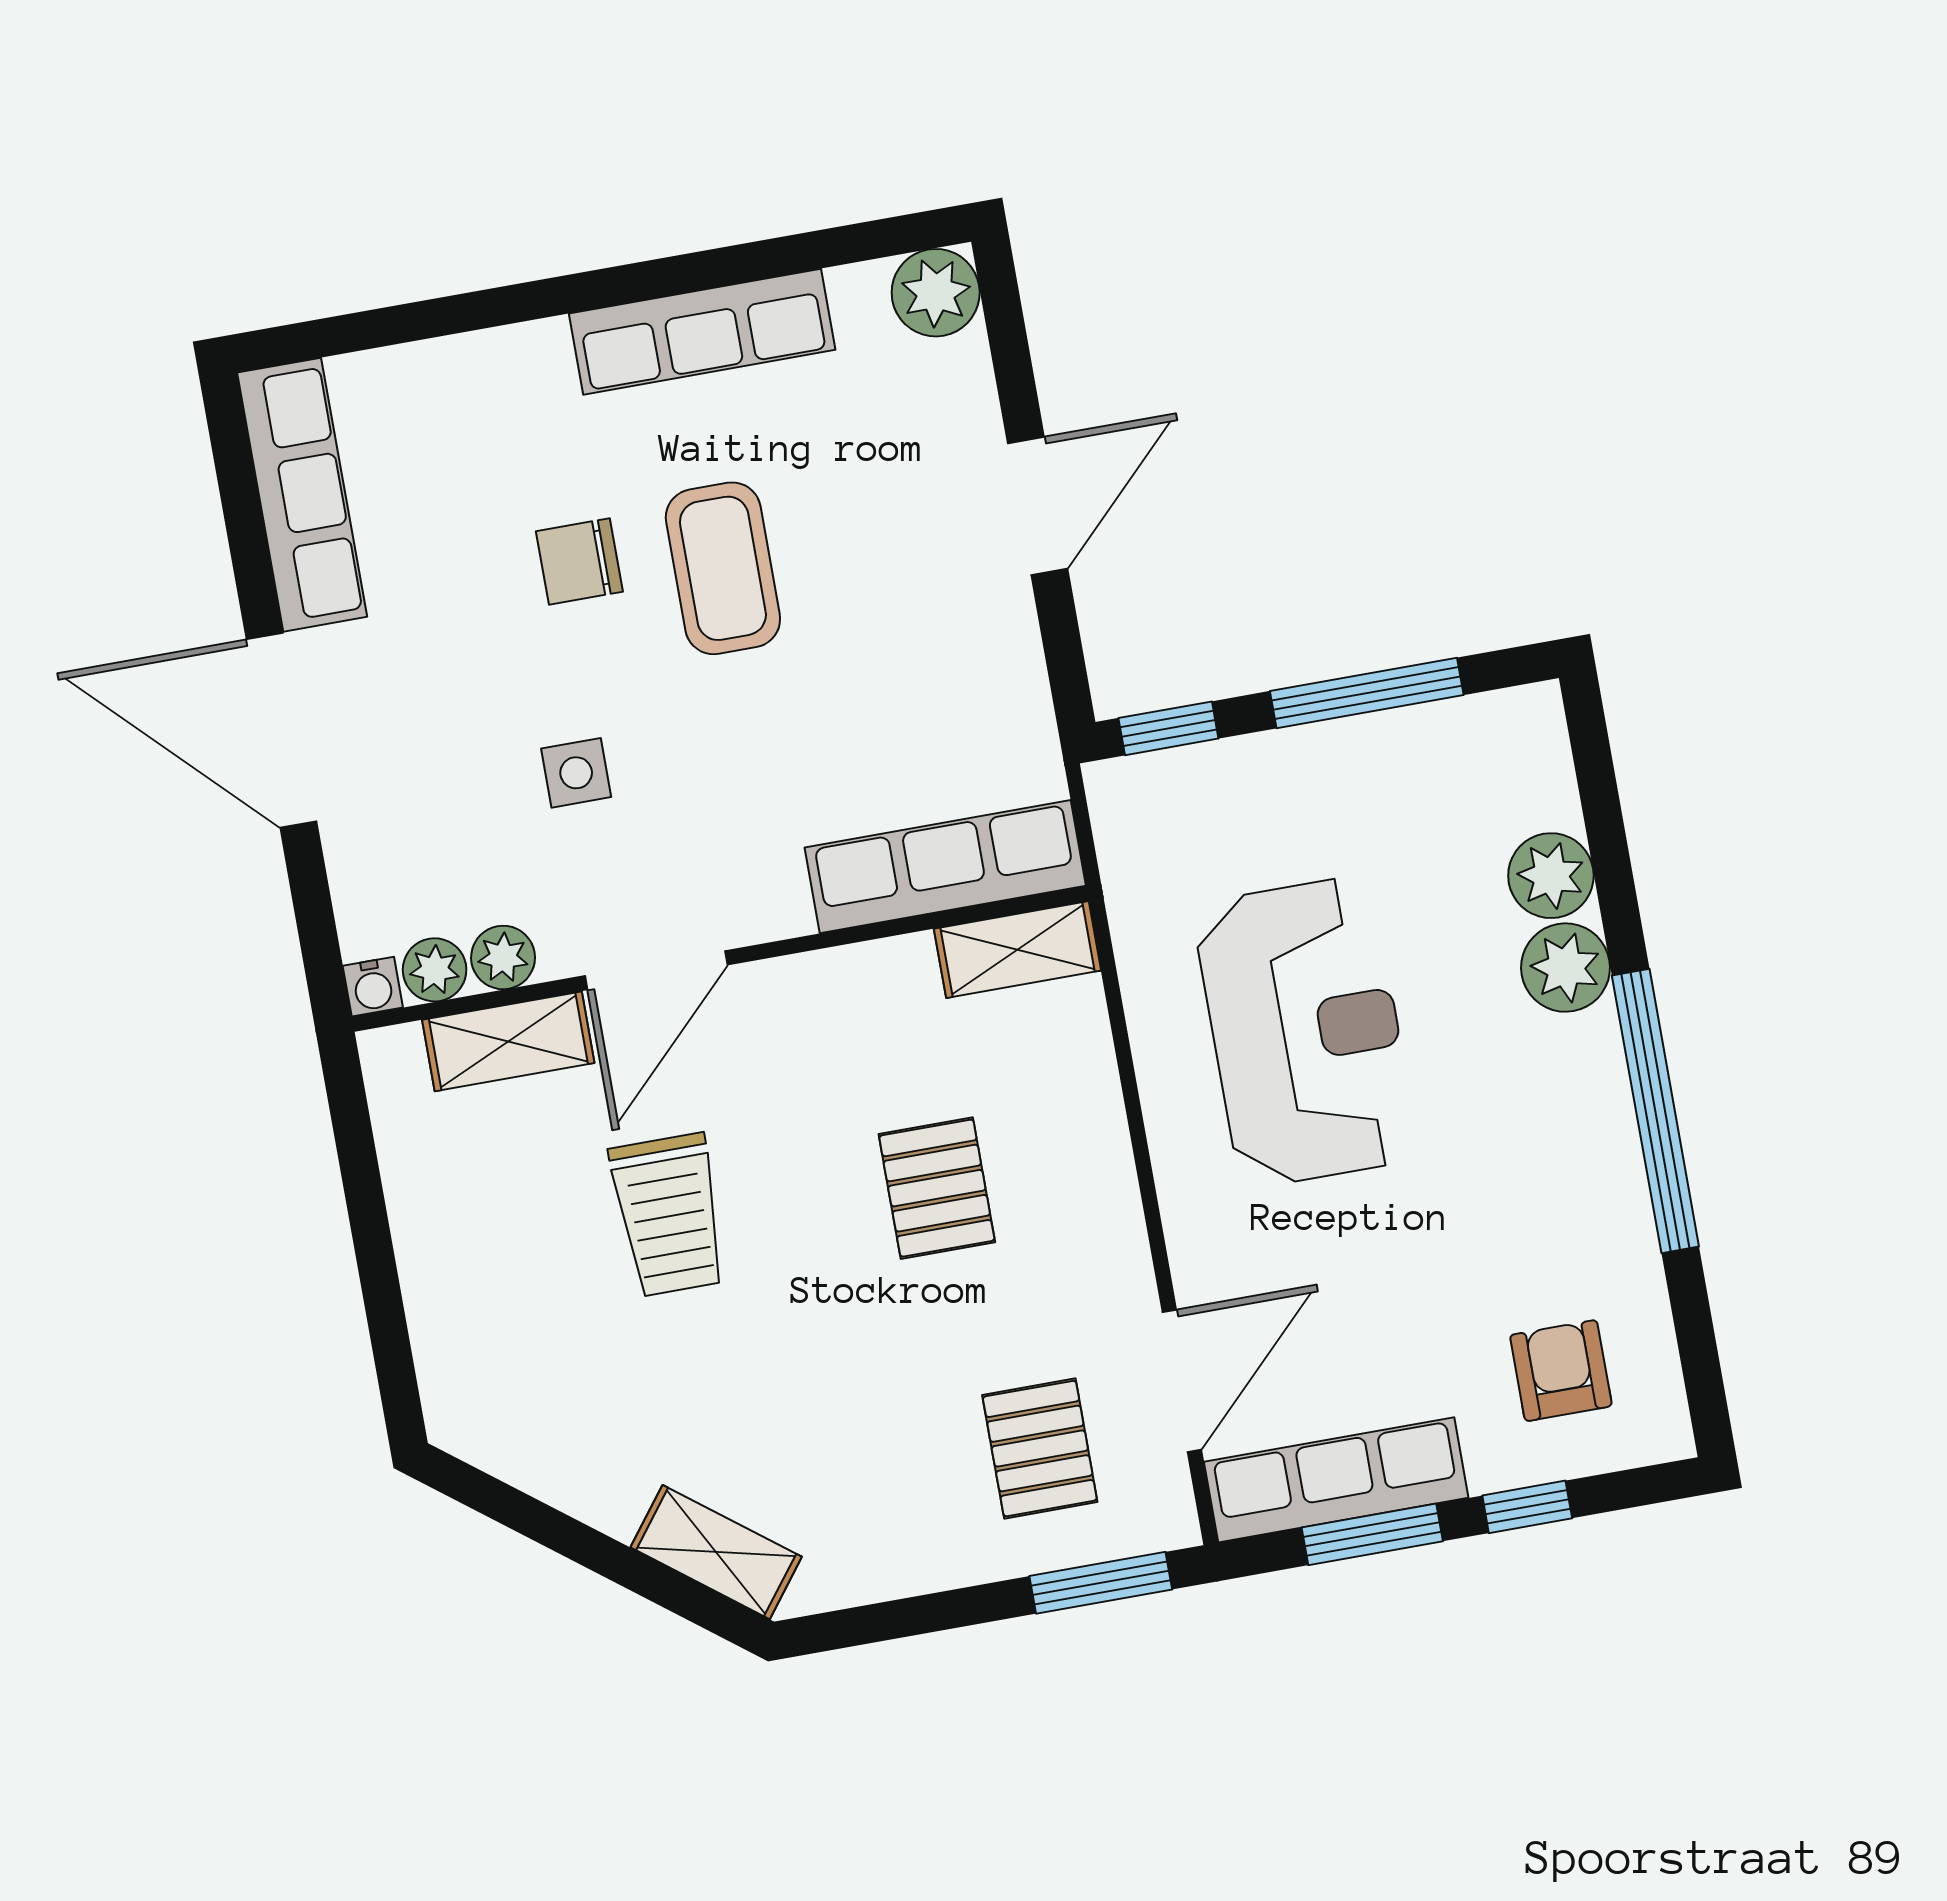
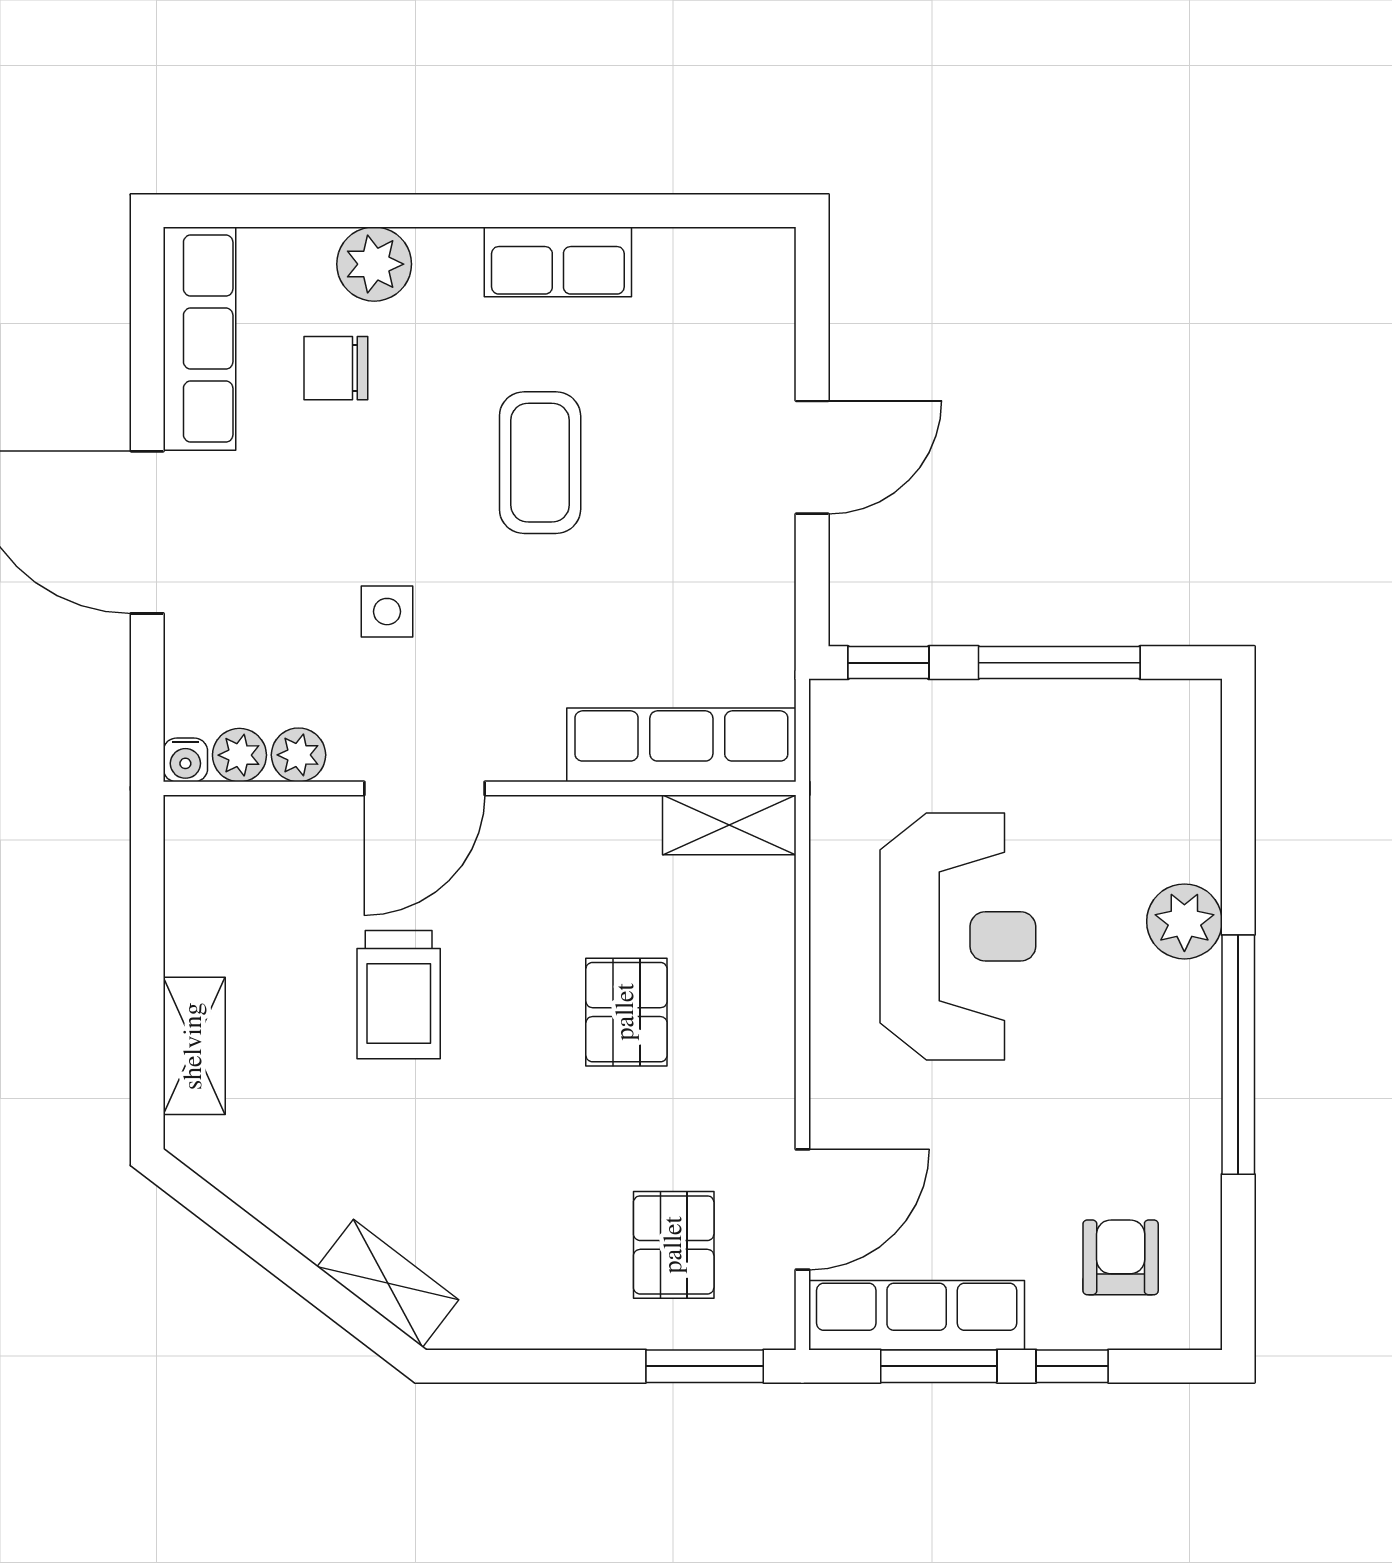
plant: (936, 293) -> (374, 264), moved
row of seats: (702, 332) -> (558, 262), width x0.68
chair: (579, 561) -> (336, 368), moved
plant: (1551, 876) -> (1186, 842), removed
shelving: (508, 1041) -> (194, 1046), moved, turned 90

